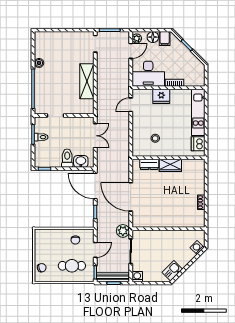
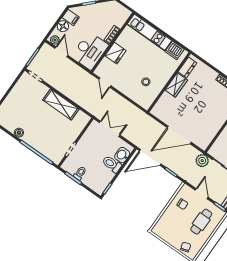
dresser: (149, 164) -> (187, 67), moved

